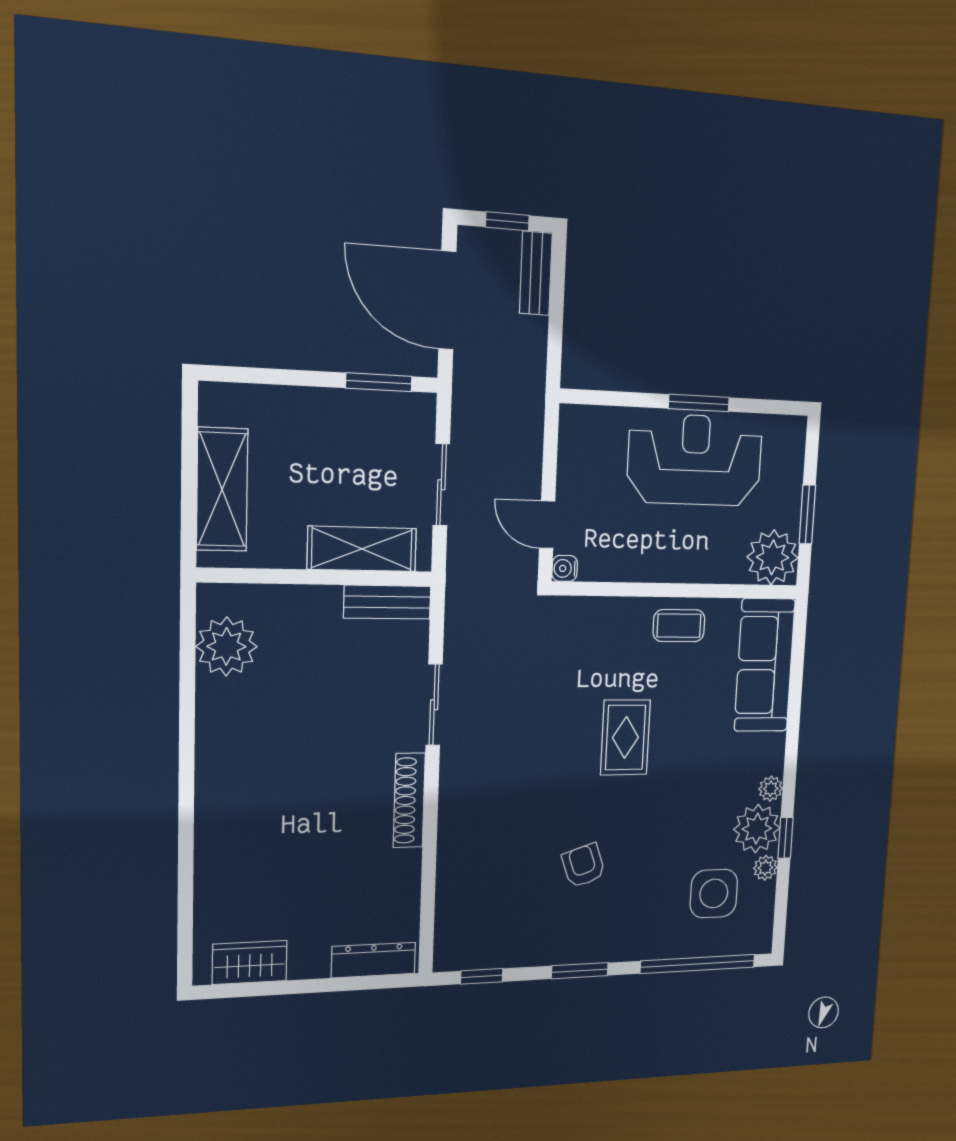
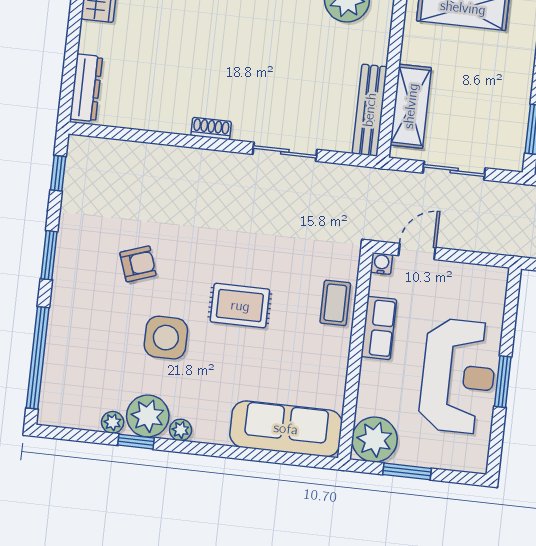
row of seats: (643, 564) -> (379, 328), added
bench: (387, 602) -> (370, 110), width x1.36
coffee table: (679, 626) -> (335, 303), moved
shoe rack: (409, 800) -> (211, 129), width x0.51, depth x0.81
side table: (714, 893) -> (166, 338), moved

